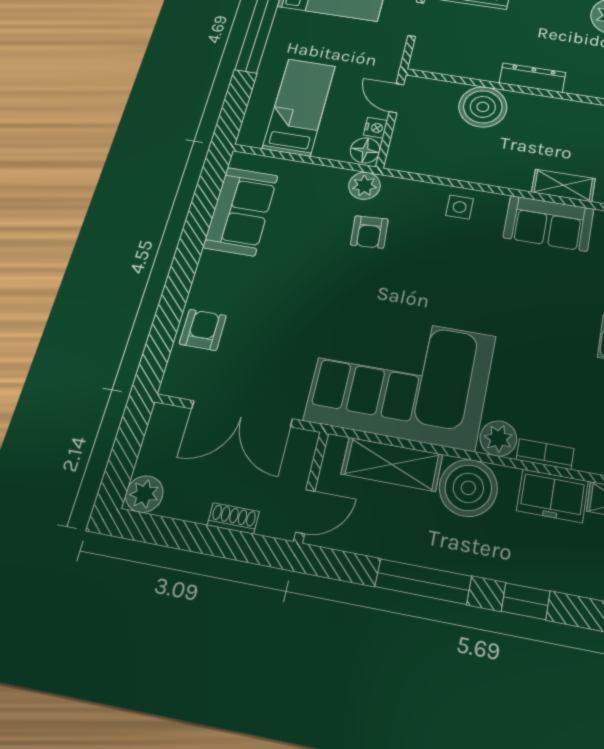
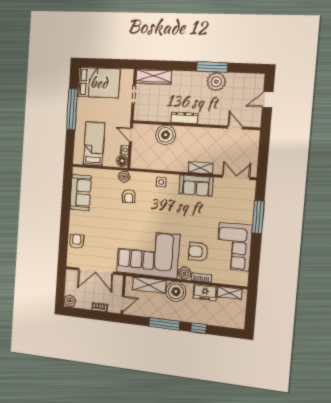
armchair: (541, 384) -> (198, 252), added

